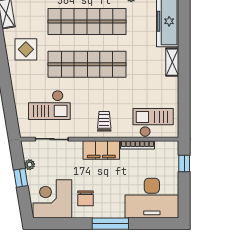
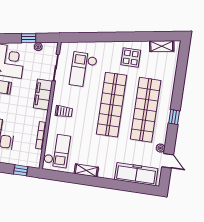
shelving: (172, 62) -> (86, 170), moved
filing cabinet: (101, 150) -> (43, 95), moved

